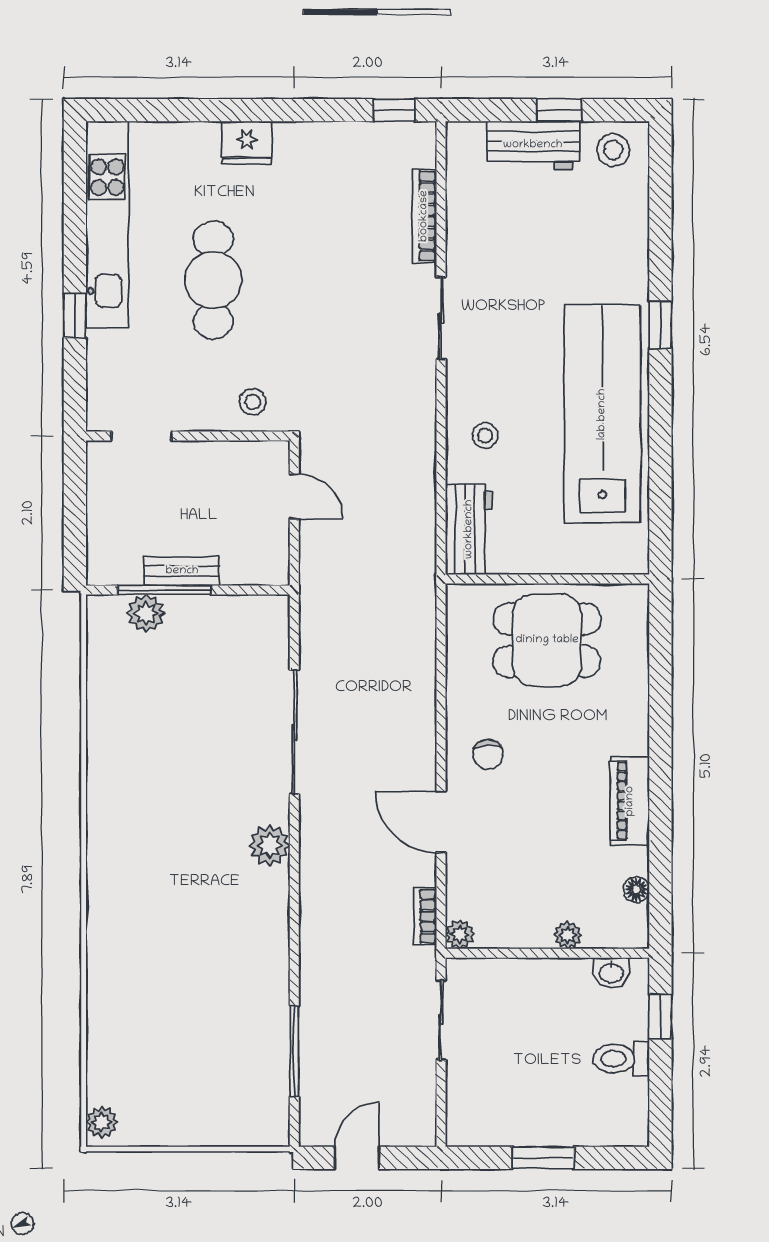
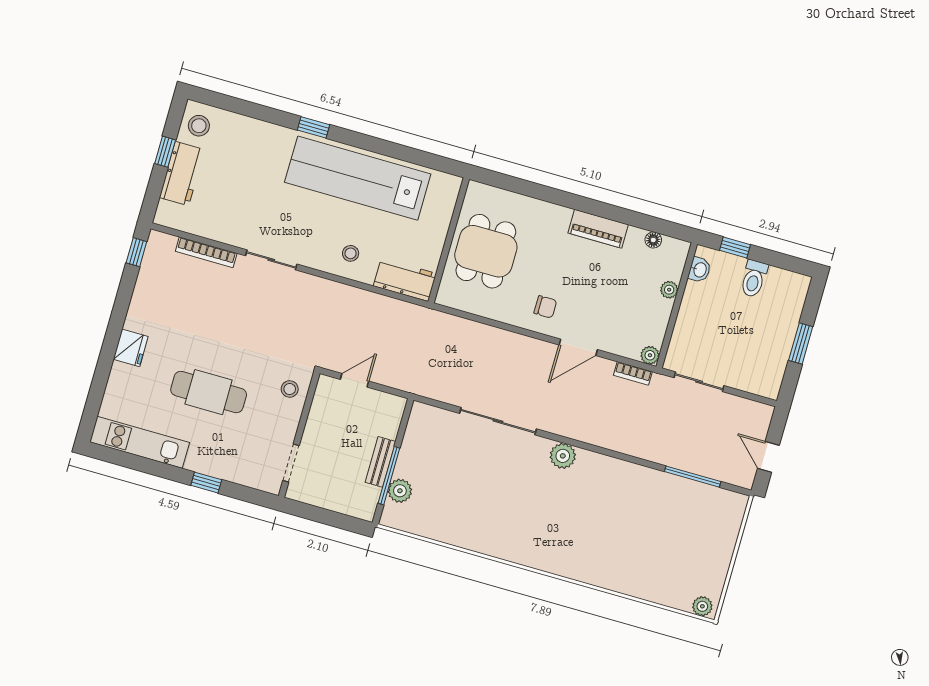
kitchen unit: (107, 225) -> (140, 442), width x0.73

